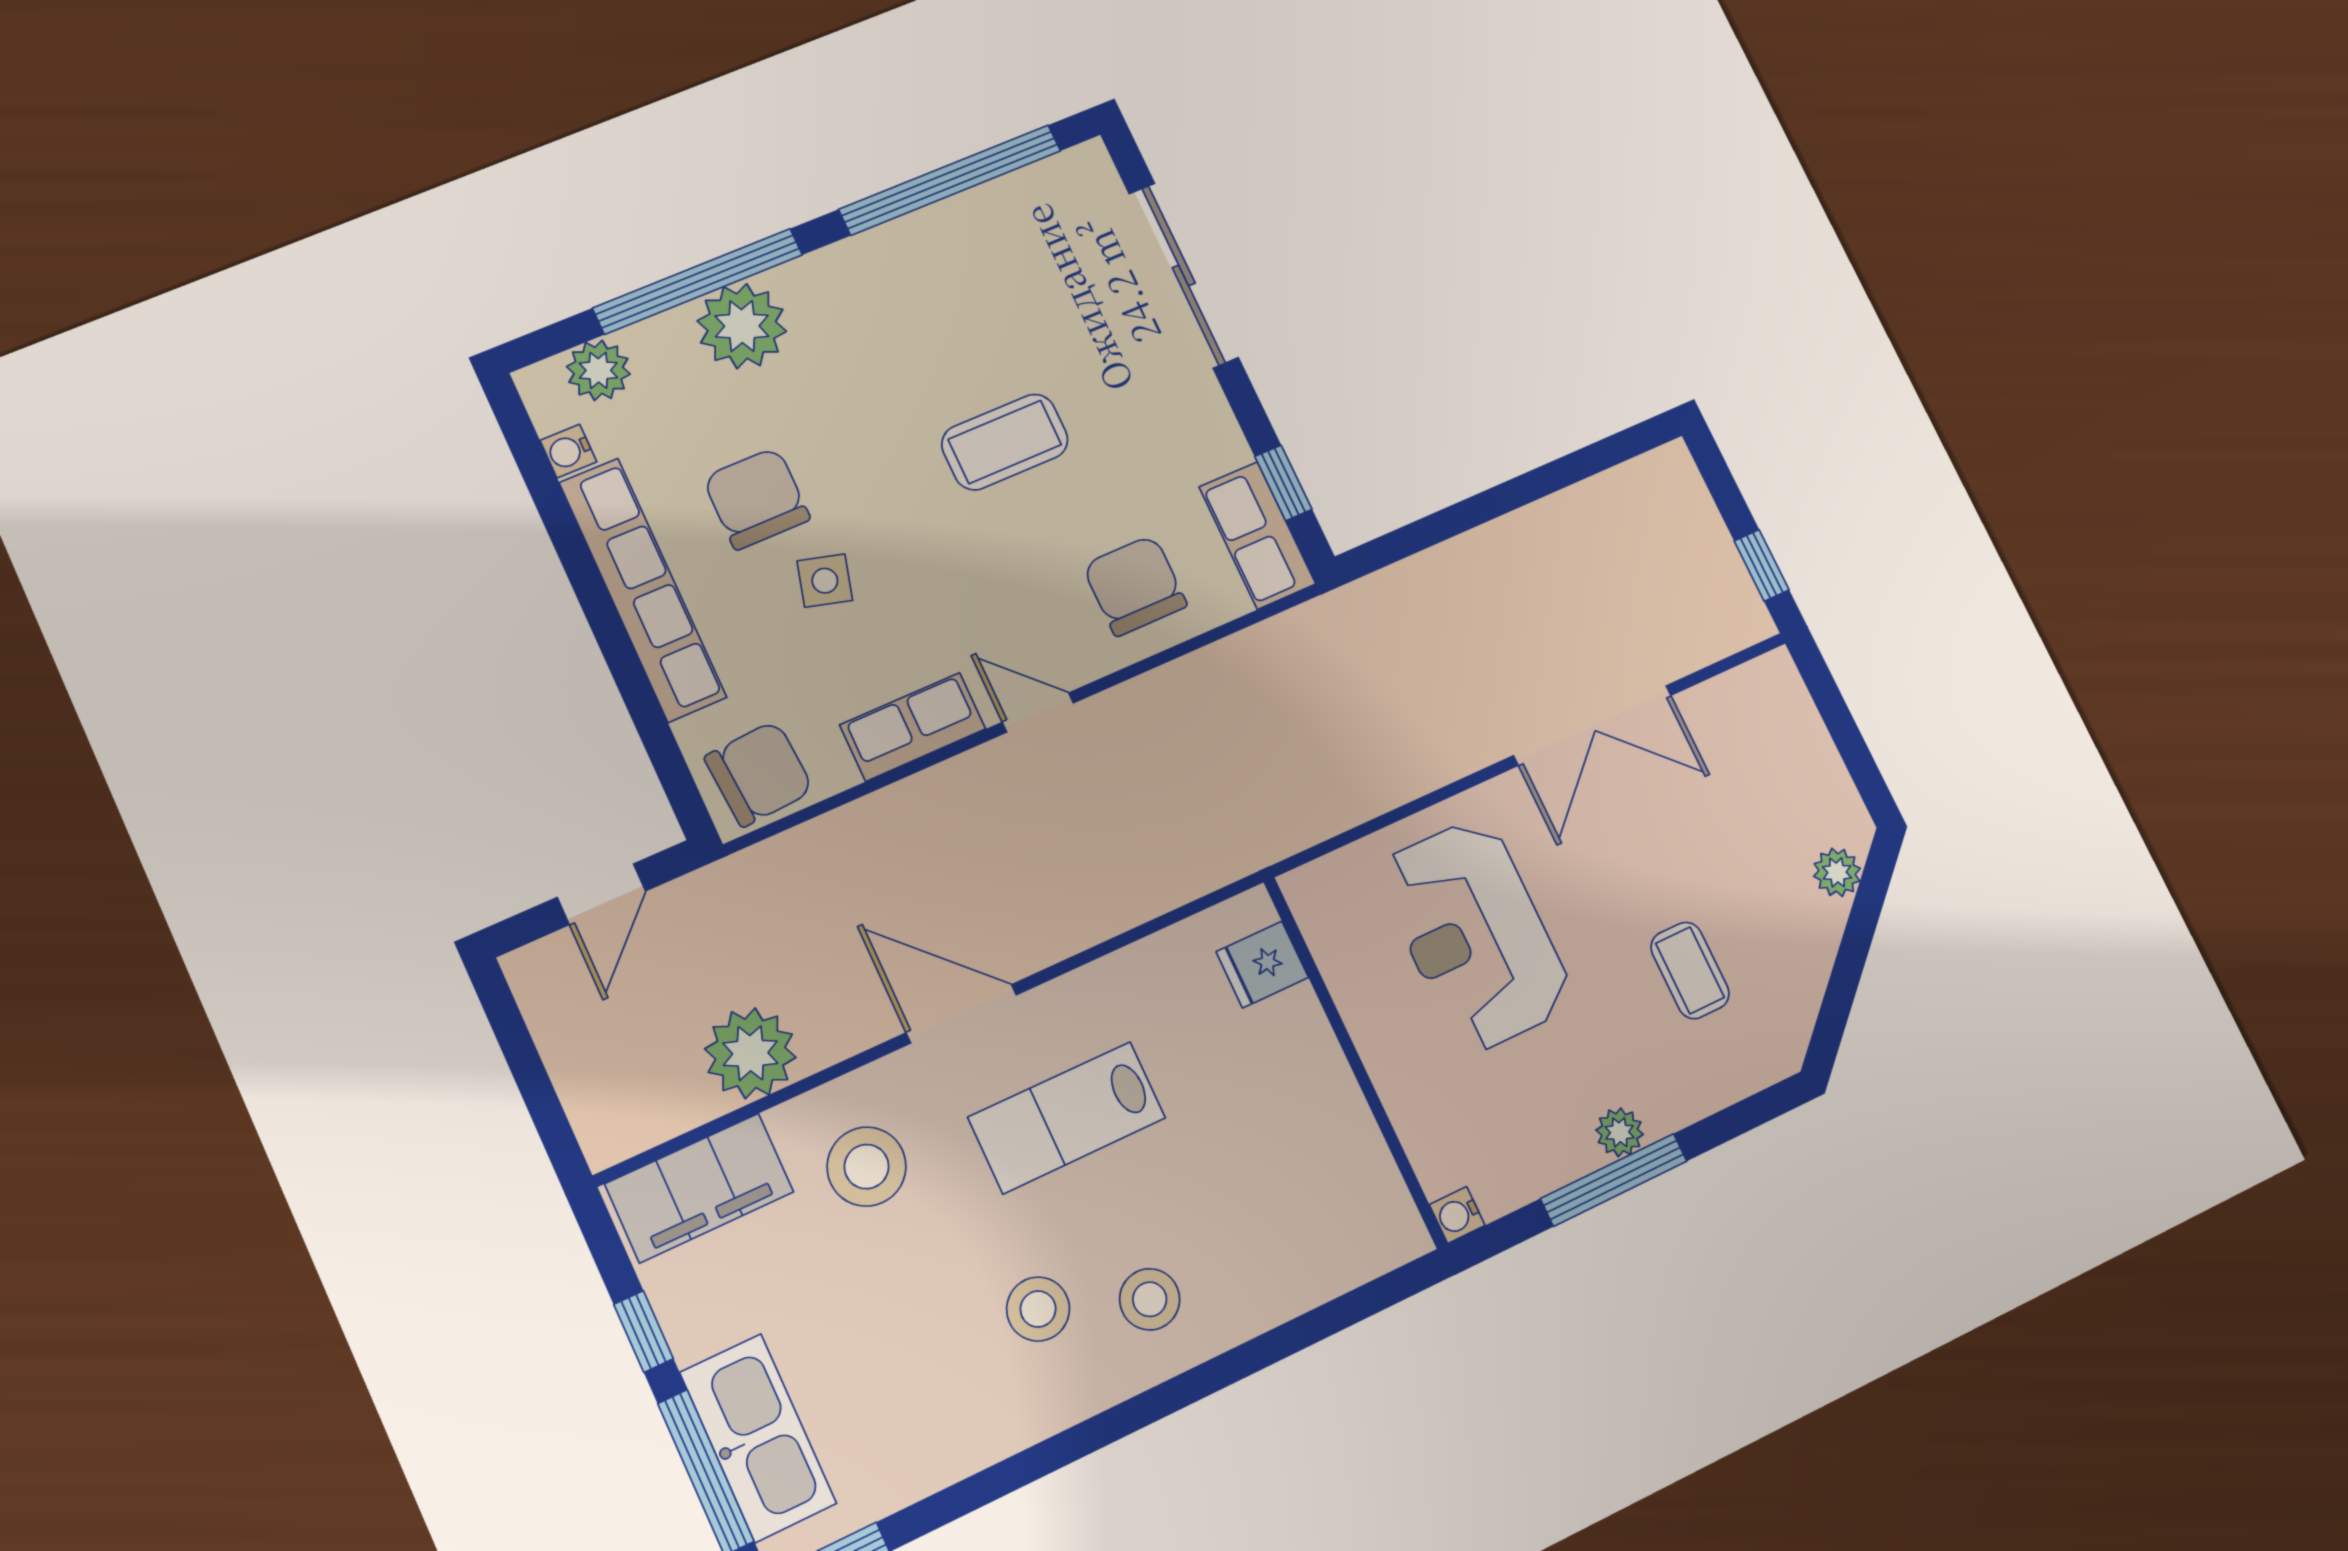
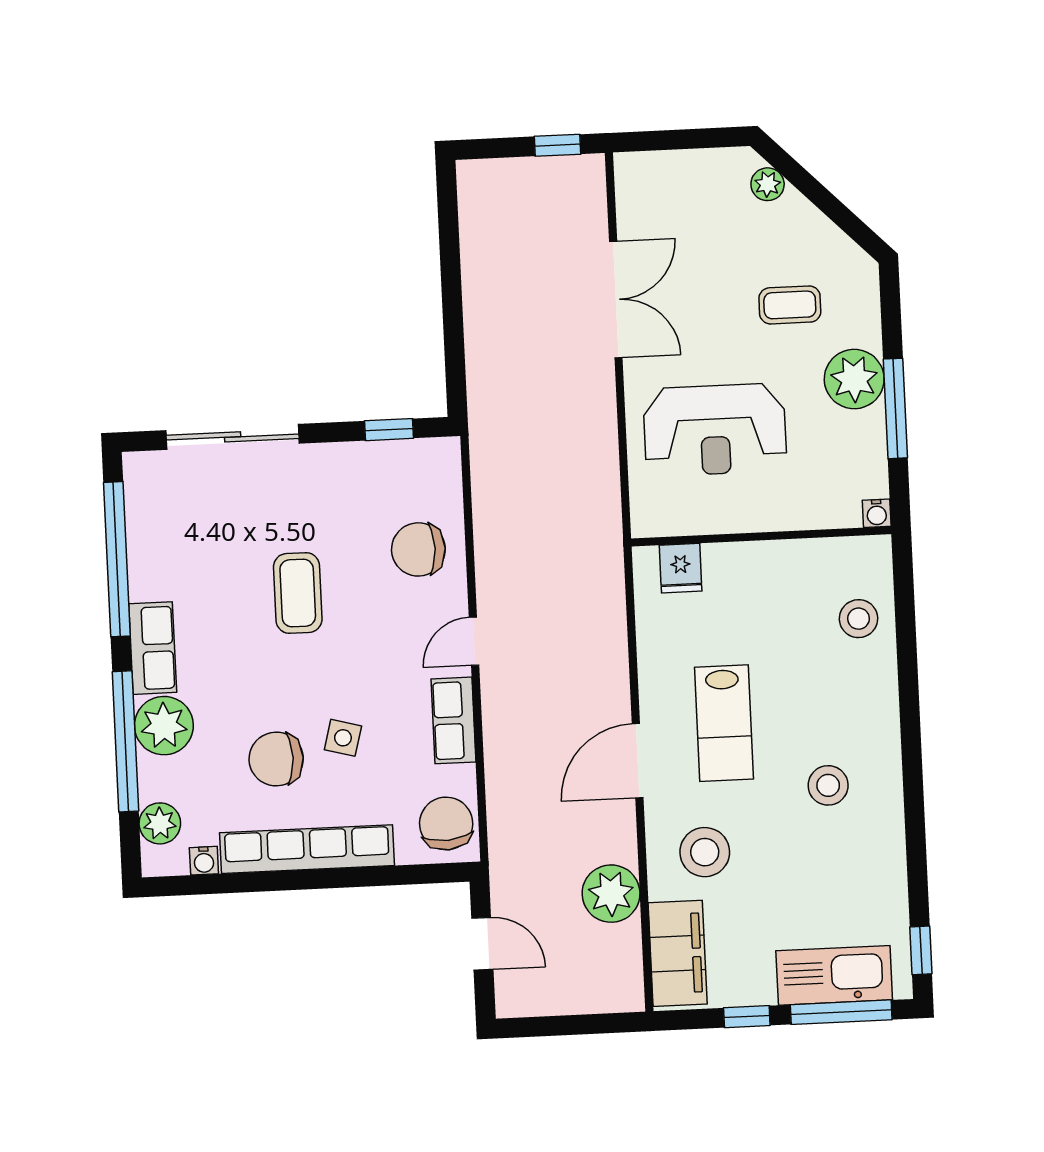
row of seats: (1257, 535) -> (153, 648), moved, turned -90
plant: (1620, 1132) -> (854, 379), width x1.87, depth x1.87
stool: (1150, 1299) -> (859, 619), moved

